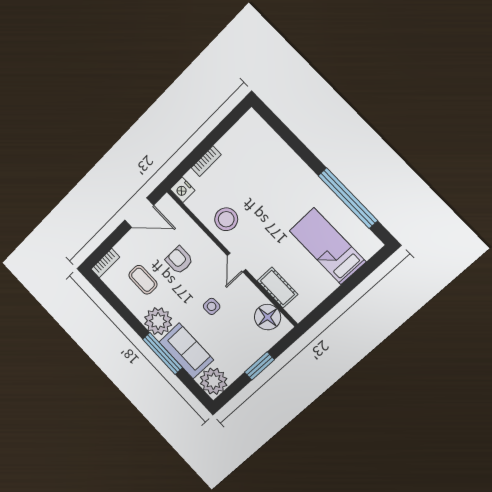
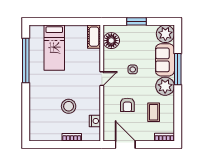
nightstand: (183, 190) -> (95, 121), moved
stool: (226, 219) -> (69, 106), moved
cot: (277, 288) -> (94, 37), moved

